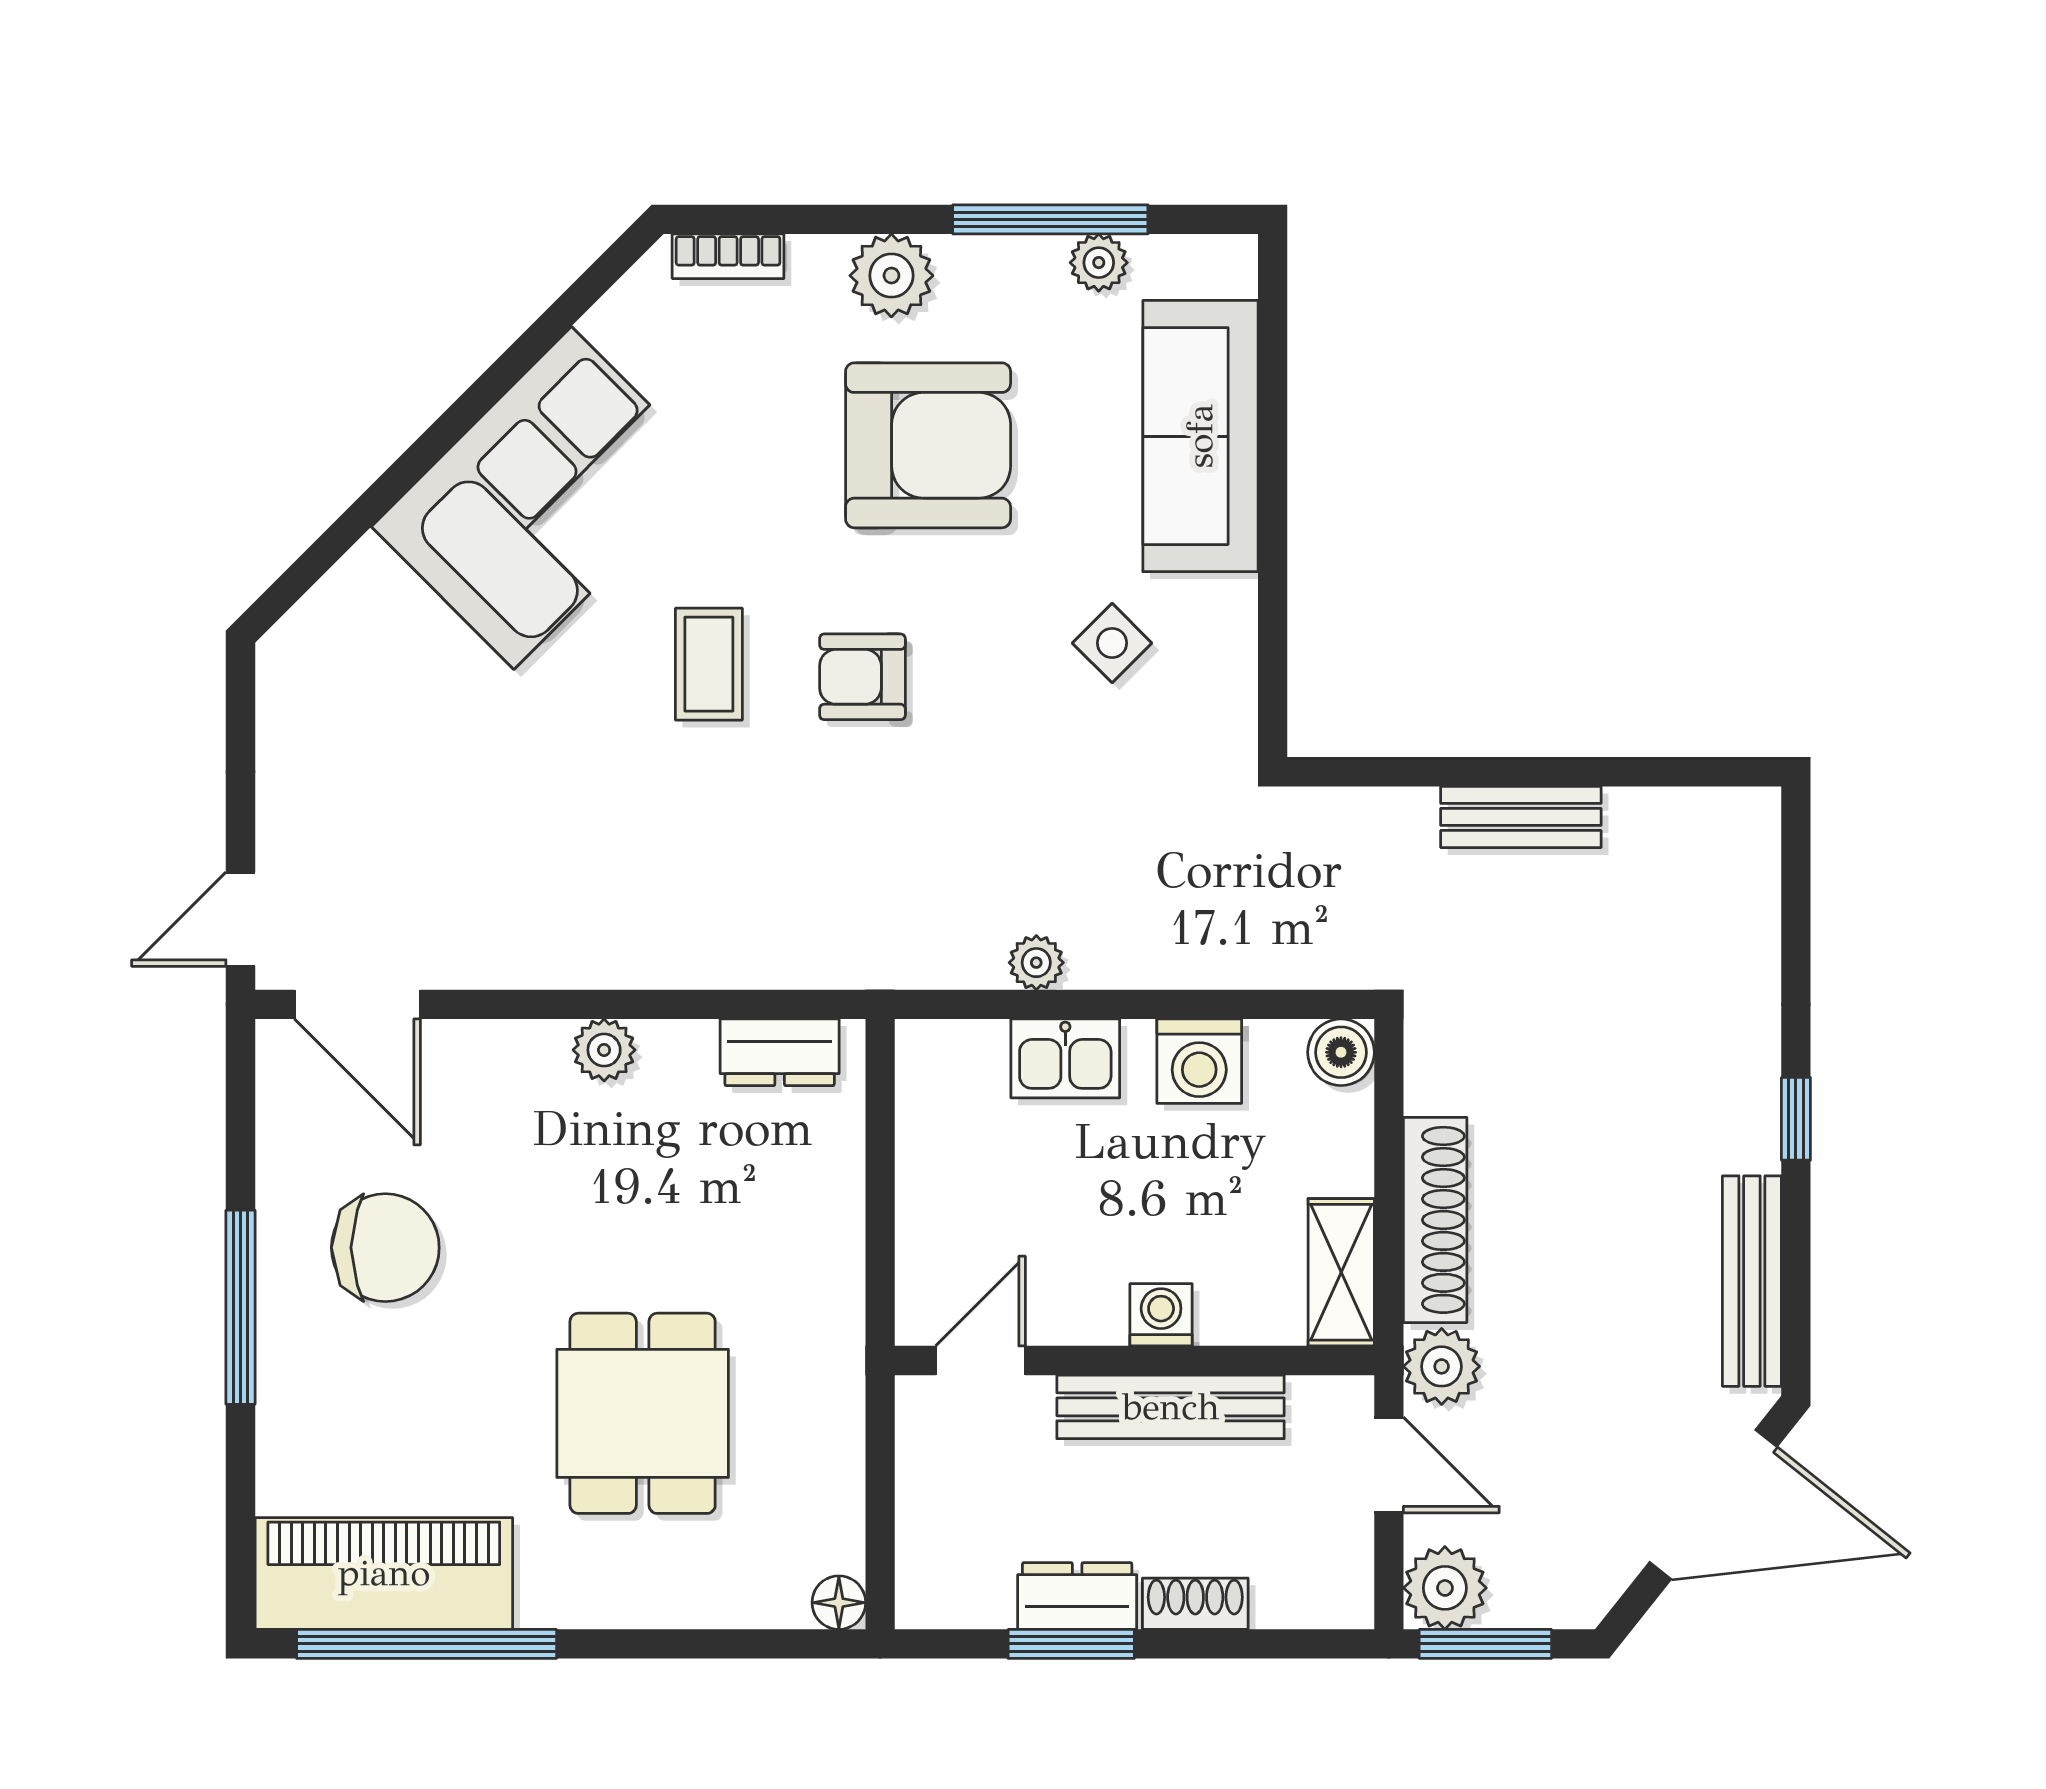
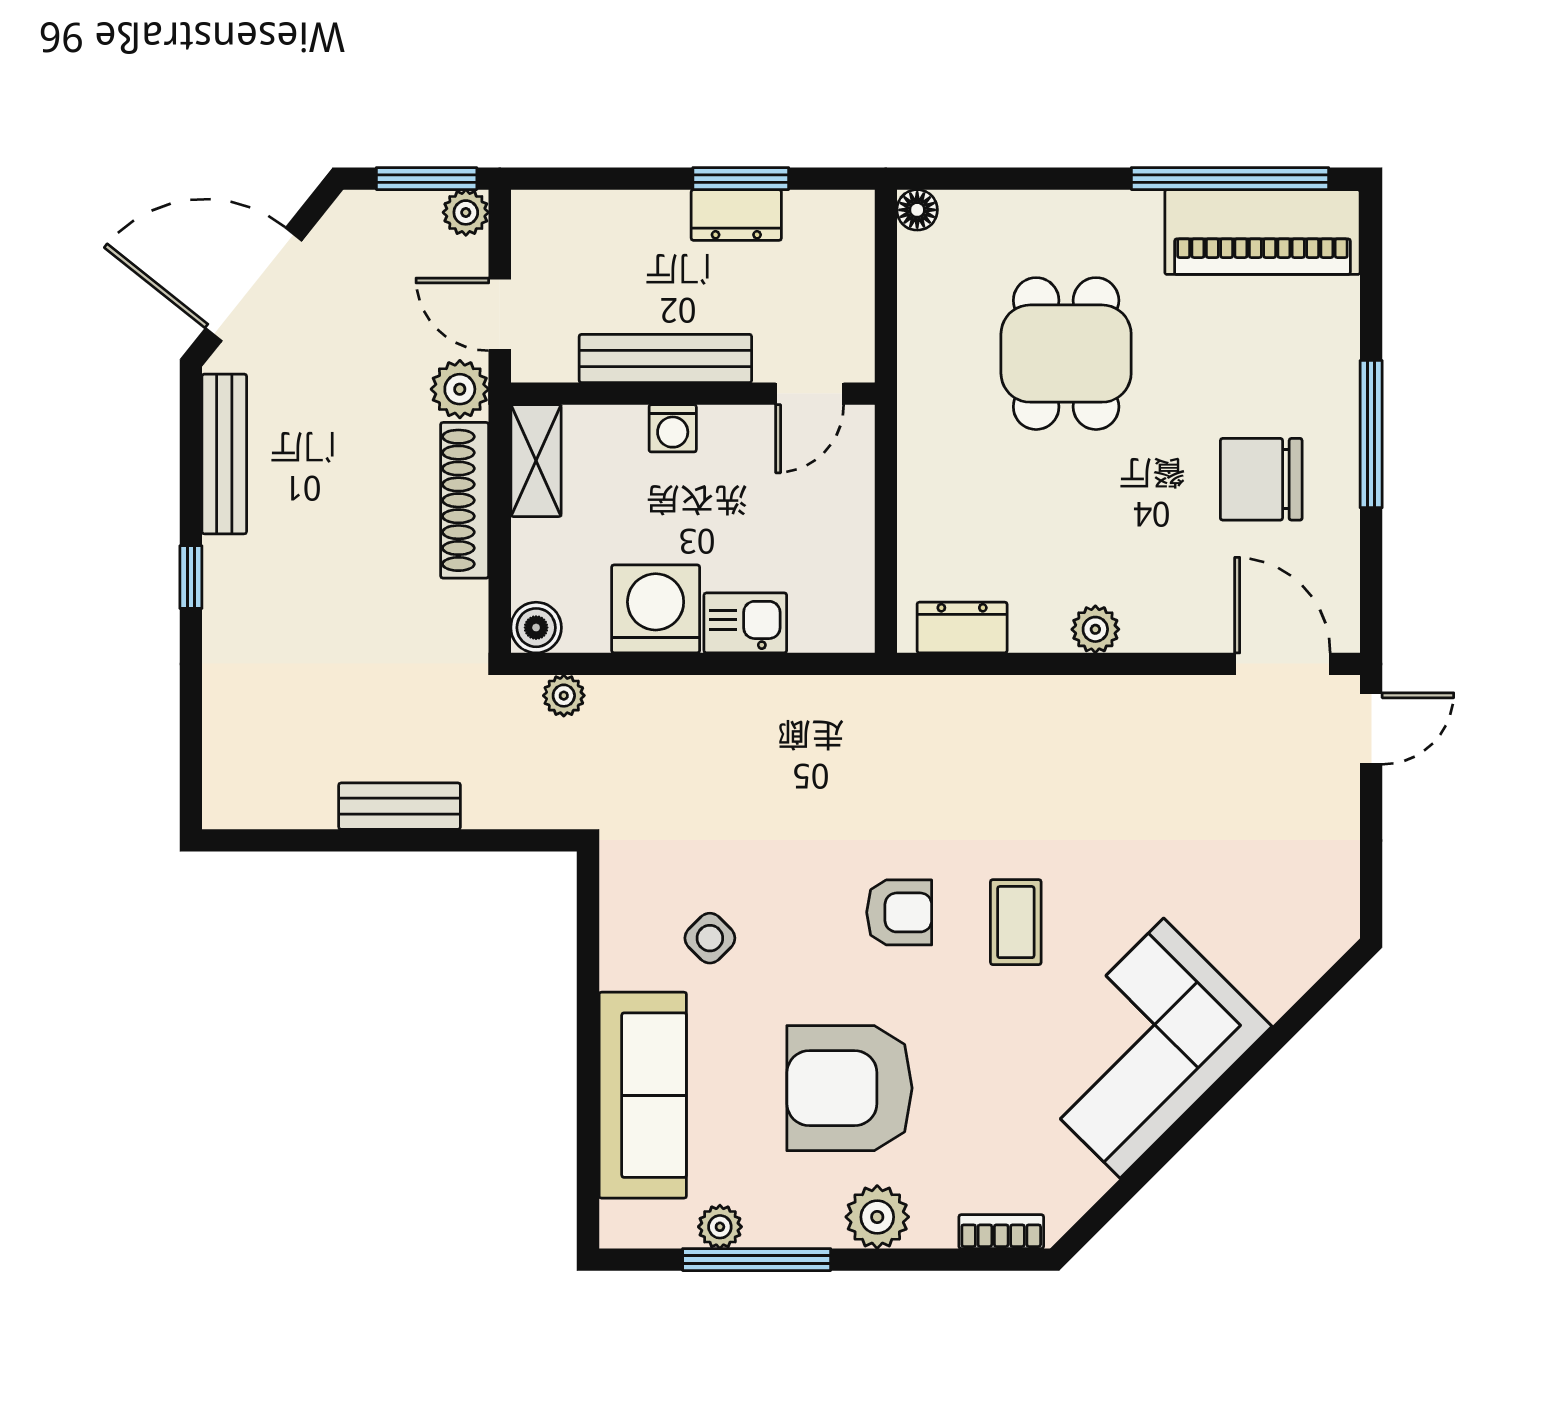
plant: (1036, 963) -> (564, 696), moved
washing machine: (1199, 1061) -> (656, 609), width x1.37, depth x1.37
plant: (1445, 1588) -> (466, 212), width x0.73, depth x0.73
shoe rack: (1195, 1604) -> (647, 209), removed

